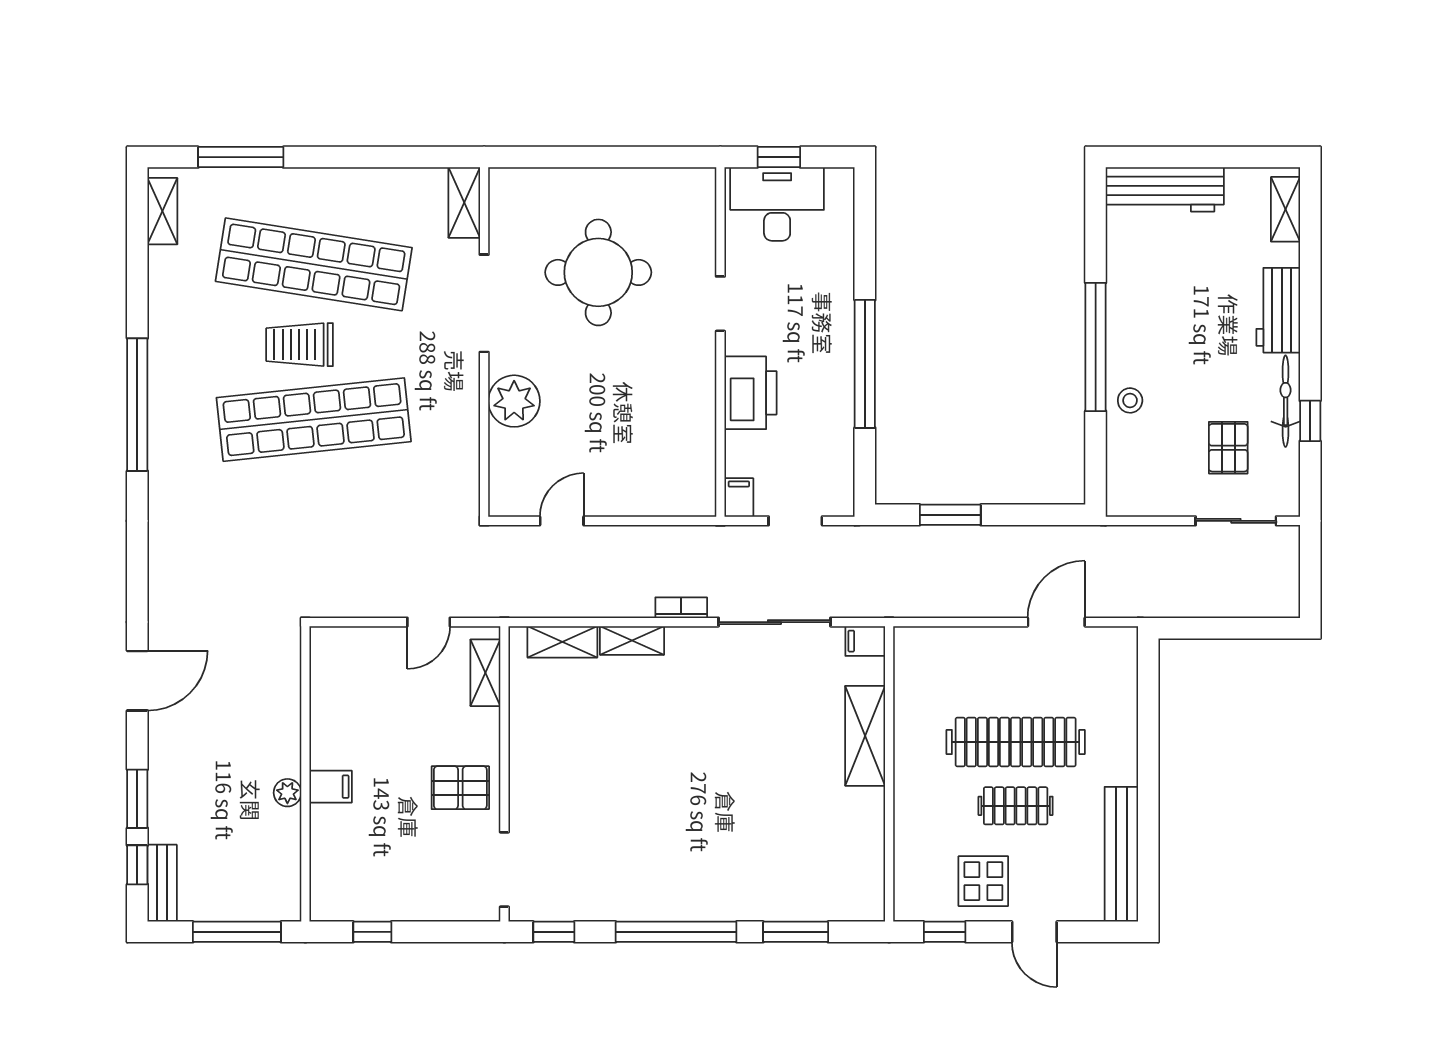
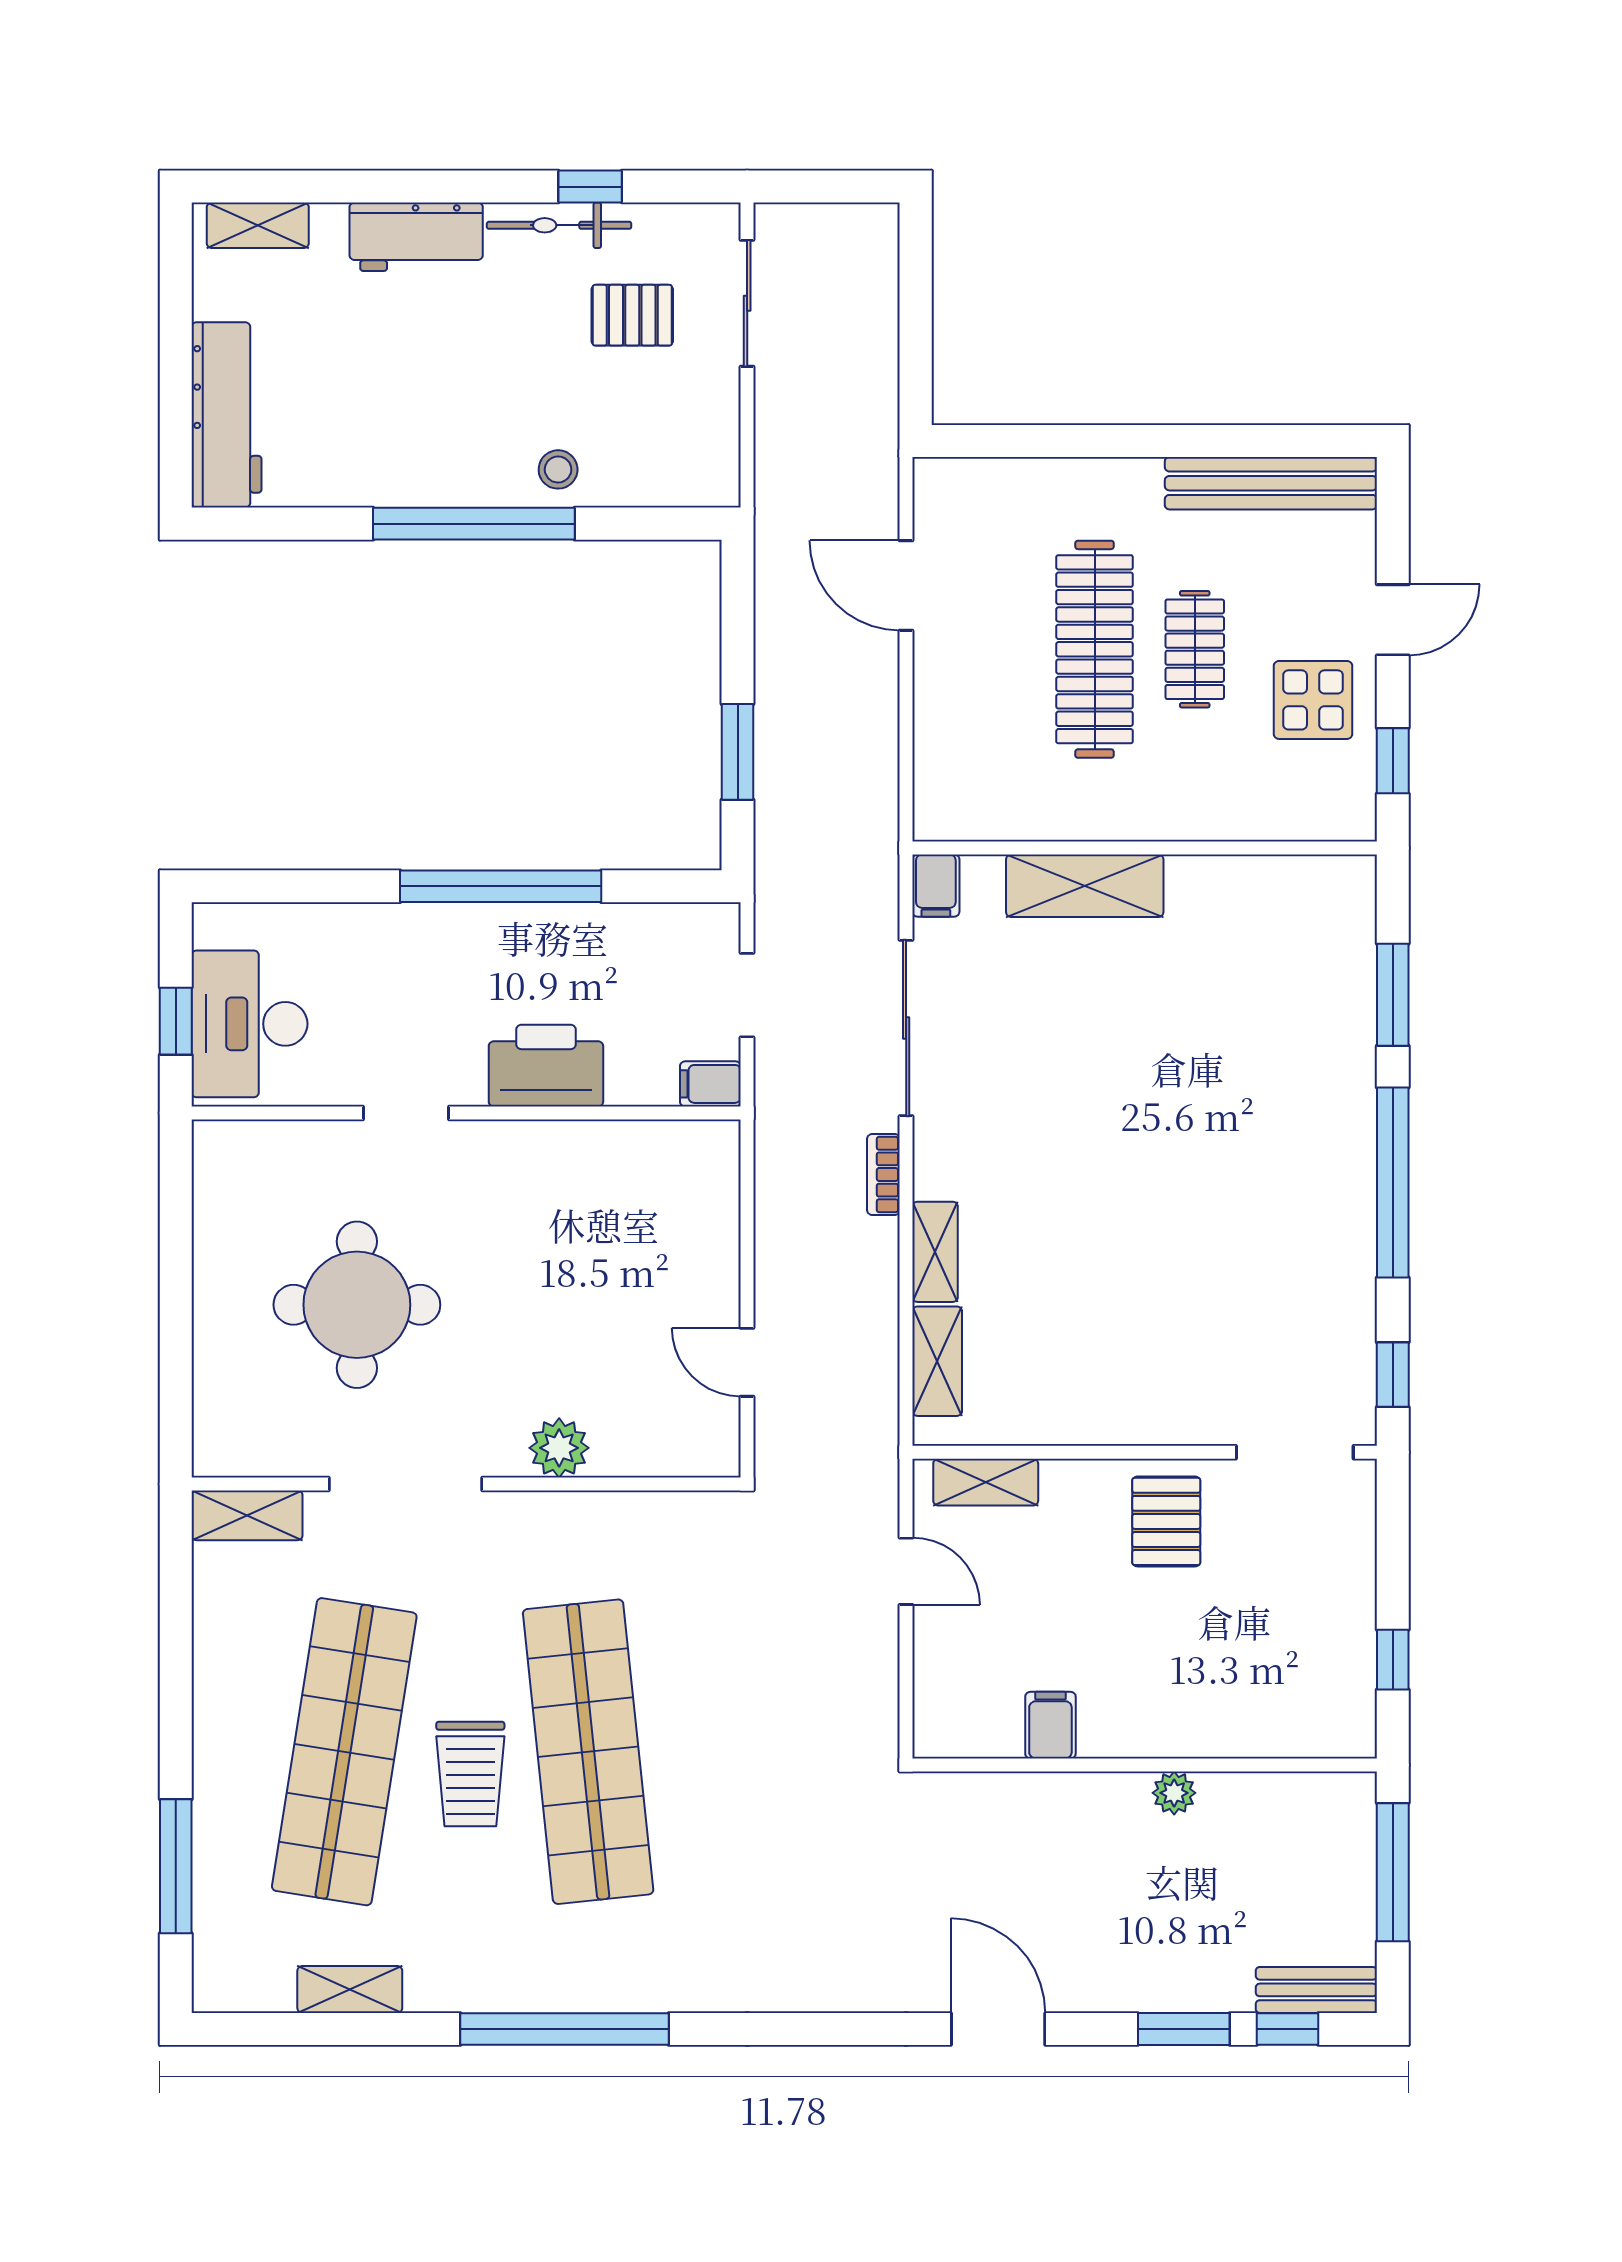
shelving: (162, 211) -> (350, 1989), moved
plant: (514, 401) -> (559, 1448), width x0.73, depth x0.73
filing cabinet: (331, 787) -> (1050, 1725), moved

